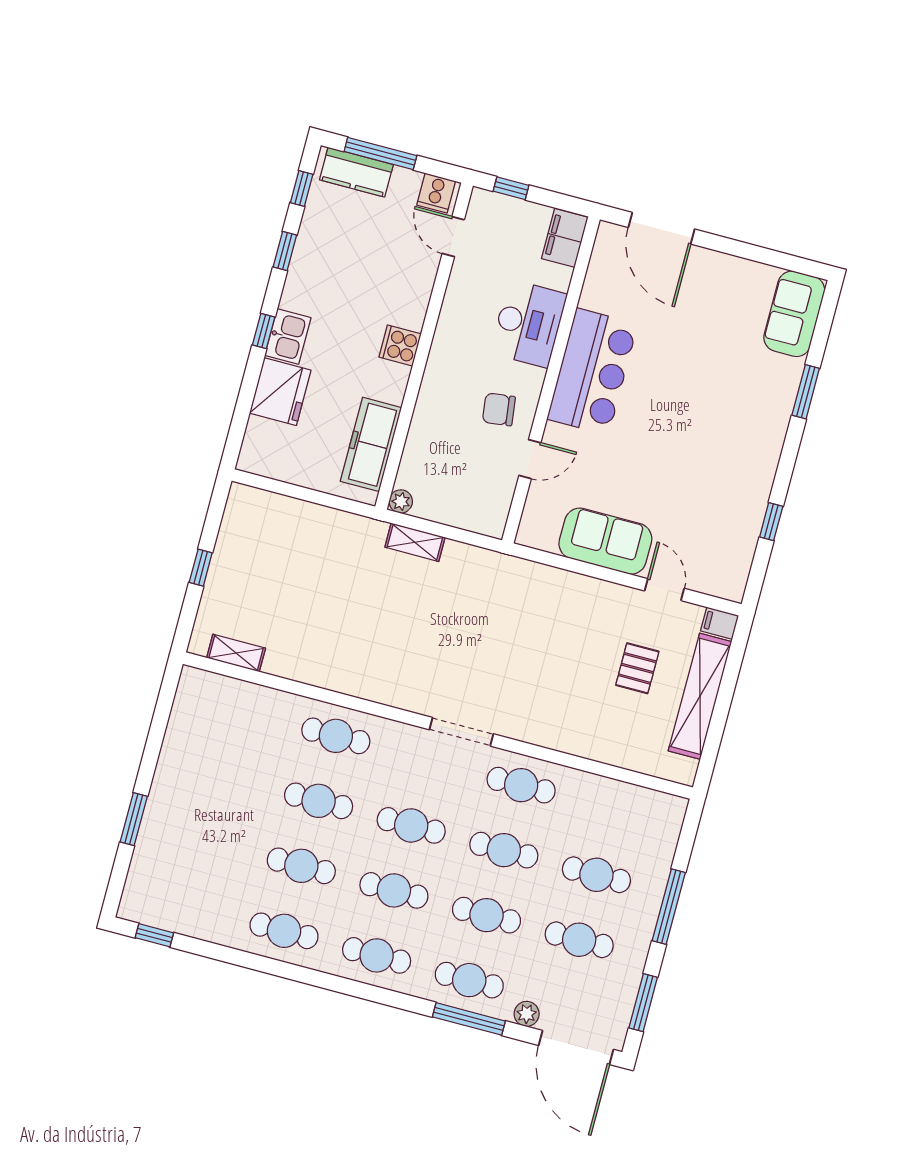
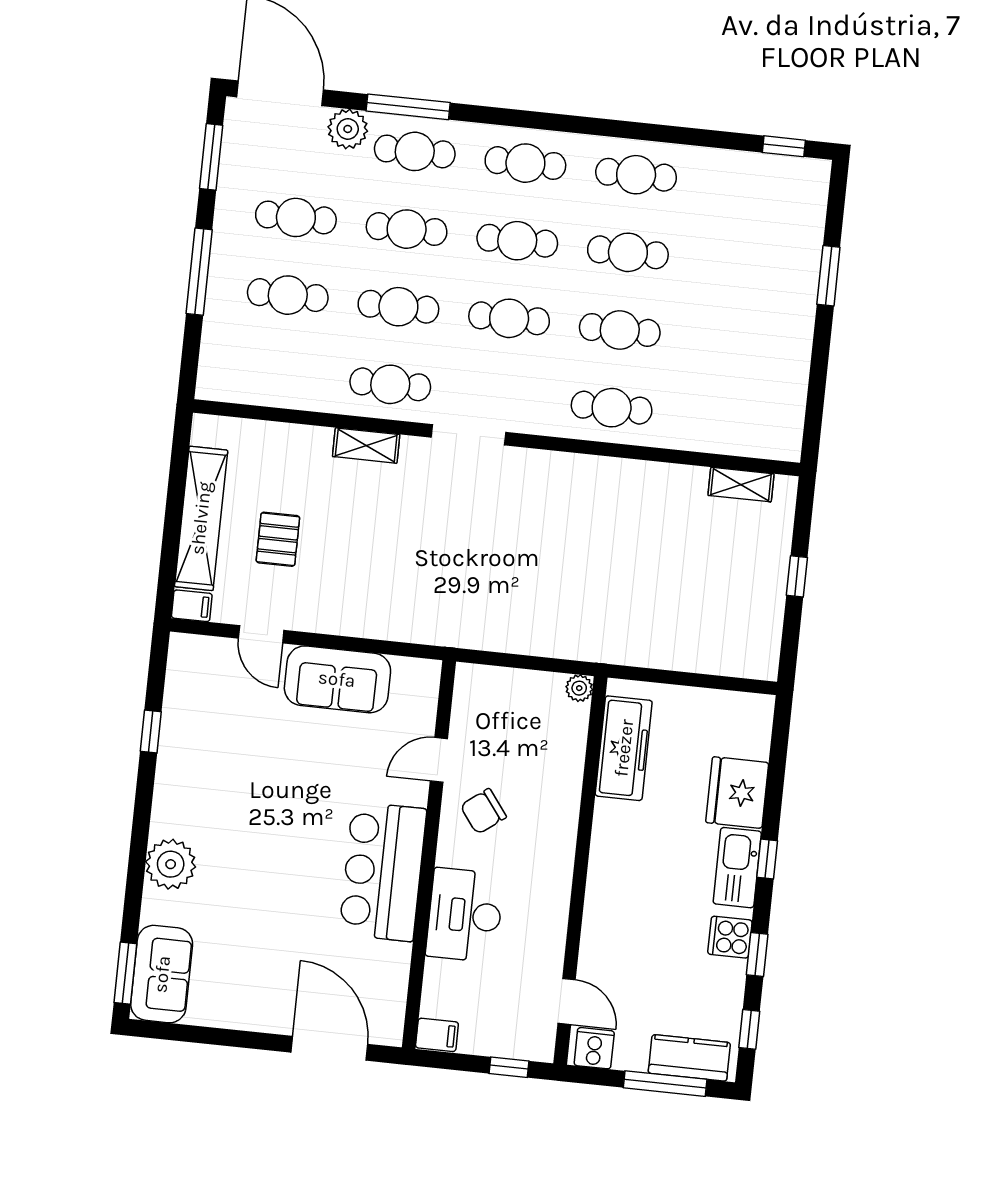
filing cabinet: (565, 238) -> (437, 1035), width x0.50
kitchen sink: (288, 336) -> (737, 868), width x1.38
cooker: (400, 345) -> (730, 937), moved, turned 180
window: (806, 392) -> (125, 973), moved
plant: (772, 406) -> (171, 864), added
chair: (499, 409) -> (483, 811), turned 150
shelving: (415, 542) -> (366, 446), moved
plant: (527, 1014) -> (348, 129), width x1.38, depth x1.38

